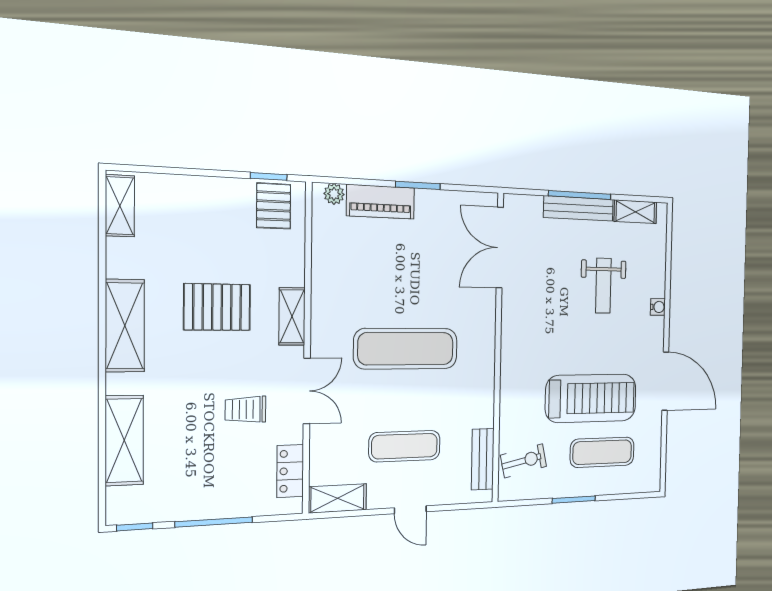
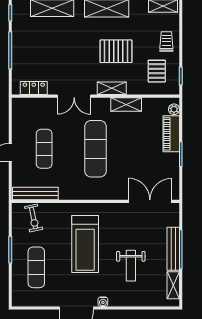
pallet: (274, 206) -> (157, 71), moved, turned 90
weight bench: (603, 286) -> (131, 266), turned -90
pallet: (217, 307) -> (116, 51), turned 90
water cooler: (658, 307) -> (103, 302), moved
treadmill: (591, 398) -> (85, 244), moved
trolley: (245, 409) -> (166, 42), moved
bench: (483, 459) -> (35, 194), width x1.36
shelving: (338, 498) -> (126, 104), moved, turned 90

